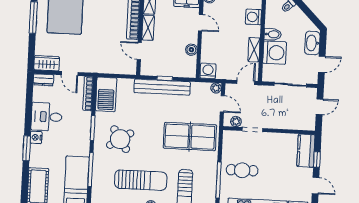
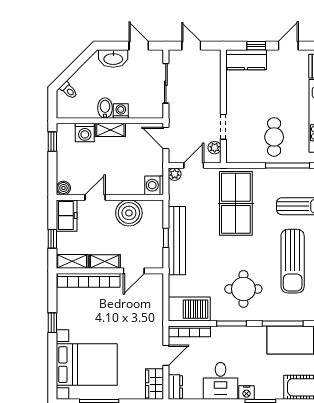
boiler: (191, 50) -> (129, 213), width x1.86, depth x1.86
shelving: (254, 50) -> (110, 130), moved
washing machine: (275, 53) -> (121, 111), width x0.53, depth x0.53
round table: (120, 139) -> (243, 289), turned 33
sun lounger: (141, 180) -> (293, 261), turned 180

